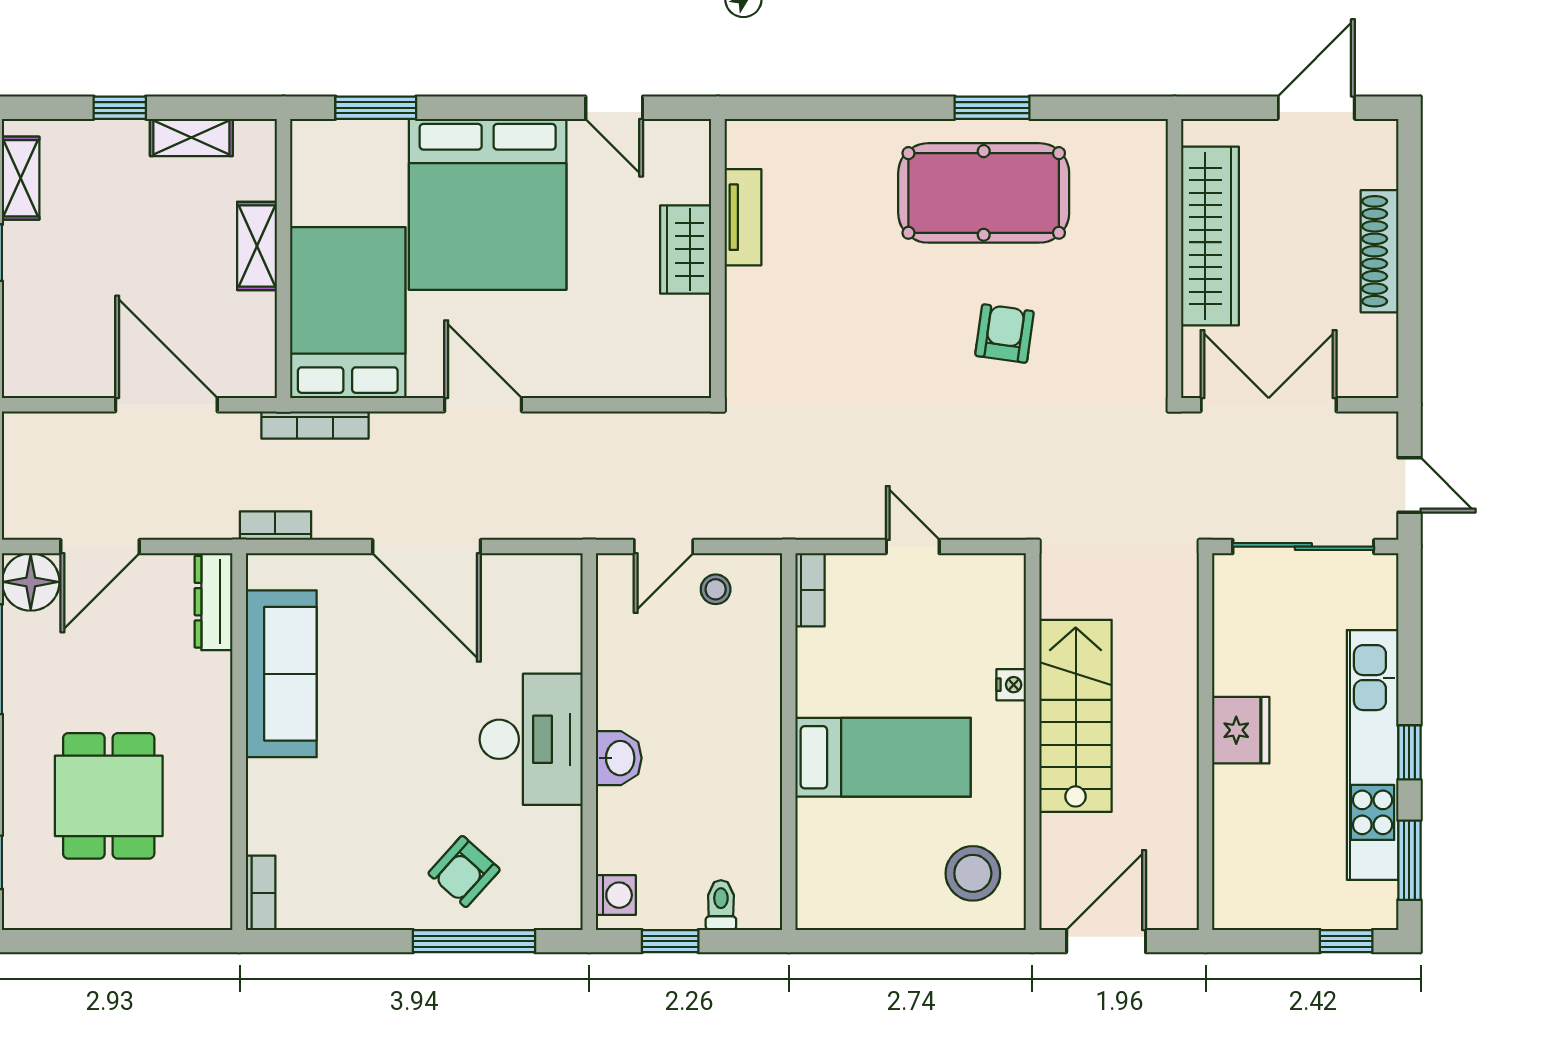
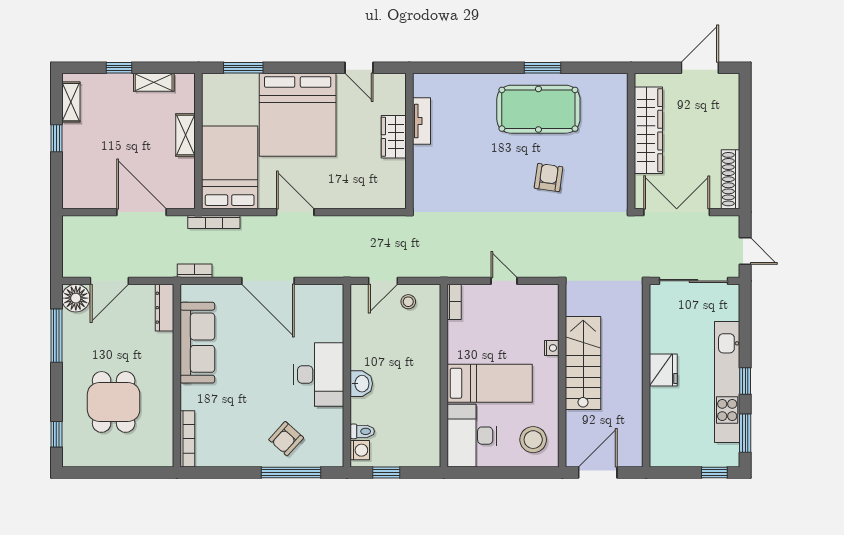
shoe rack: (1380, 251) -> (731, 179), moved
desk: (846, 865) -> (472, 436), added
bookcase: (261, 893) -> (187, 439), width x1.56
toilet: (721, 905) -> (362, 431), moved, turned 90

